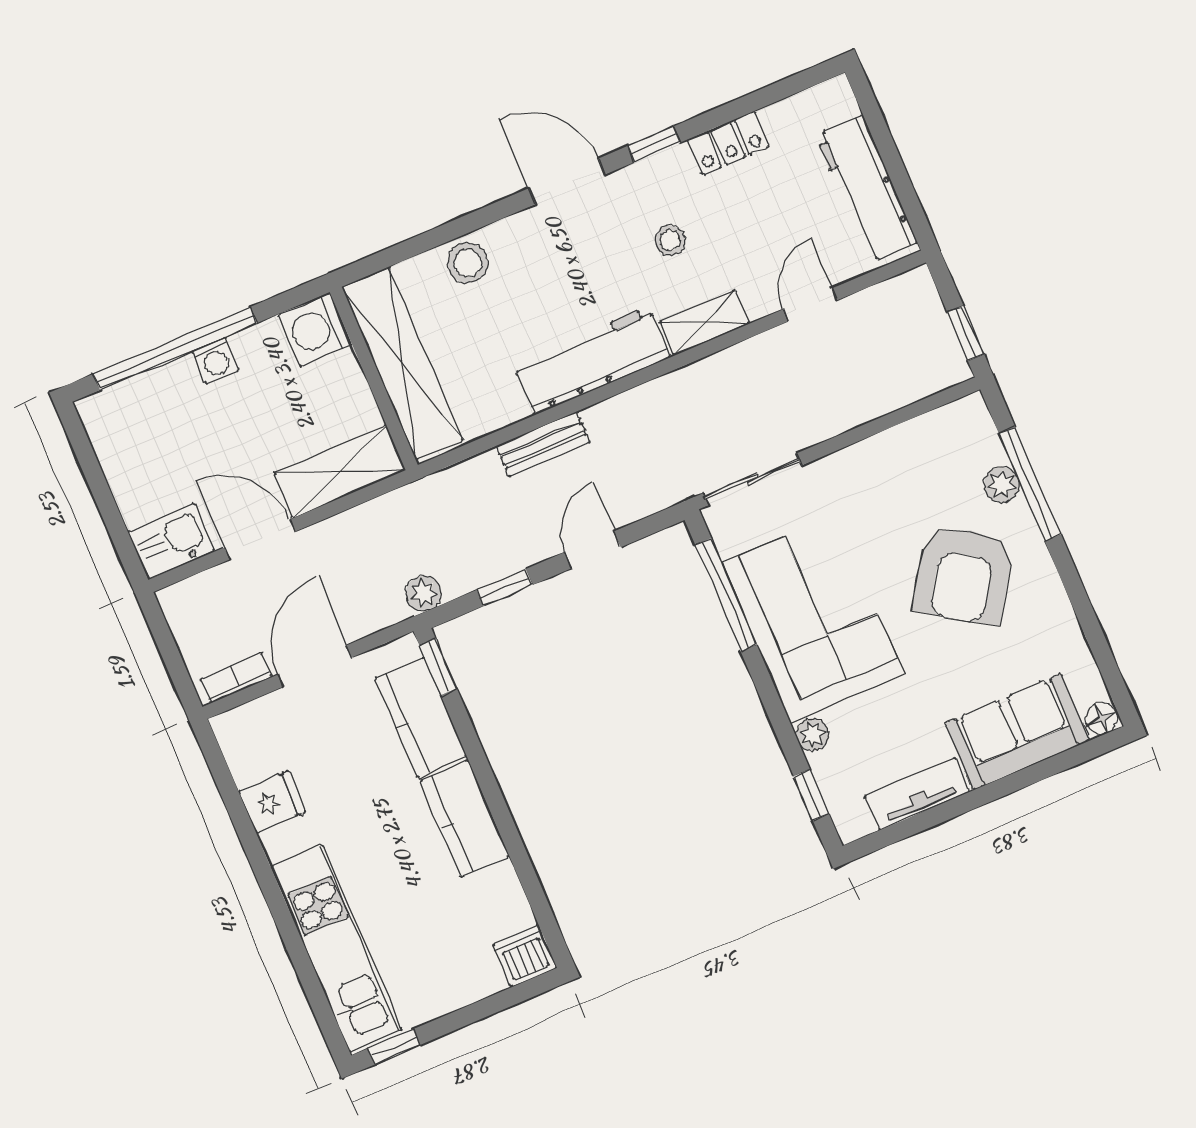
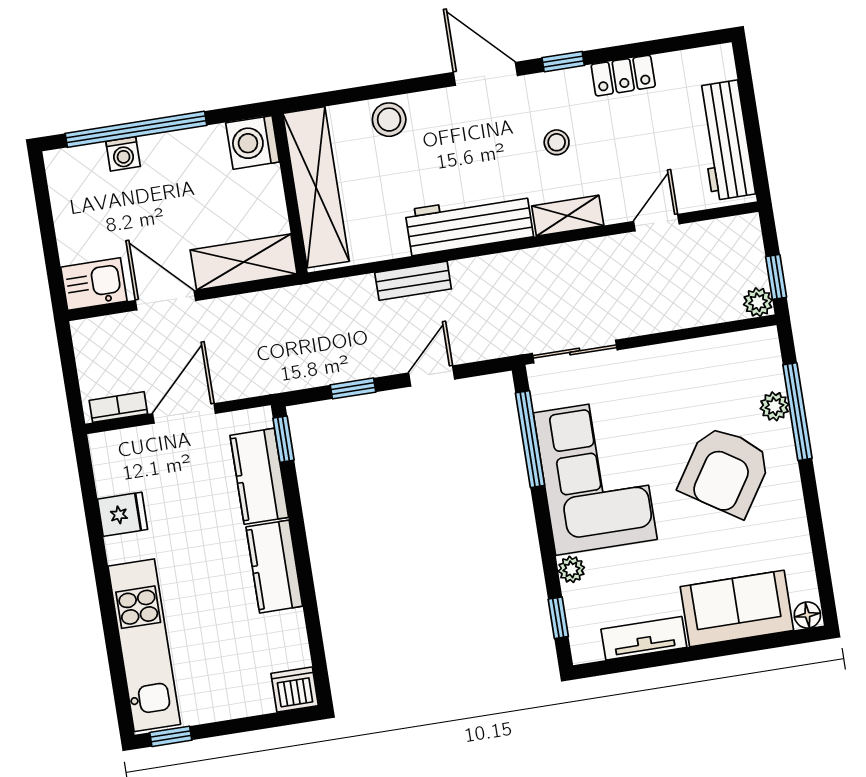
washing machine: (215, 360) -> (123, 154), moved
plant: (424, 593) -> (758, 302), moved

